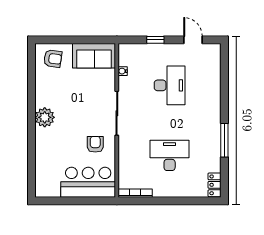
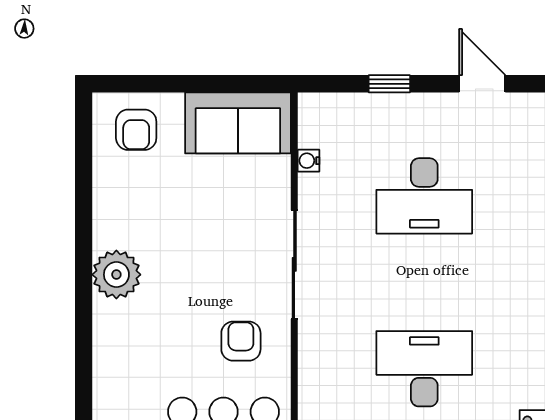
armchair: (53, 59) -> (136, 130), turned 82
desk: (170, 85) -> (424, 196), turned 90

